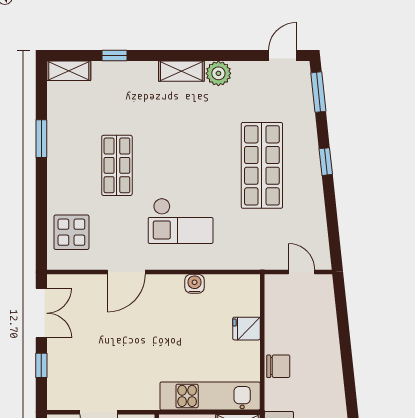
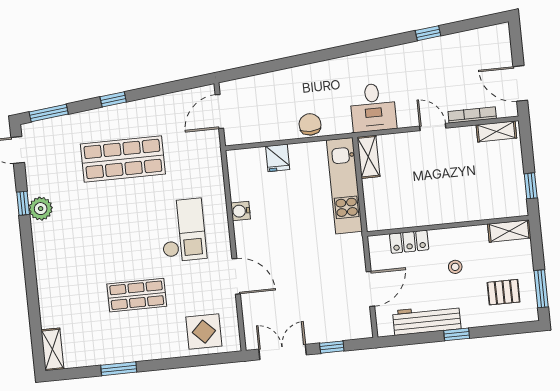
window: (114, 55) -> (23, 203), moved
shelving: (181, 71) -> (42, 244), removed
door: (302, 272) -> (219, 111), width x1.38

